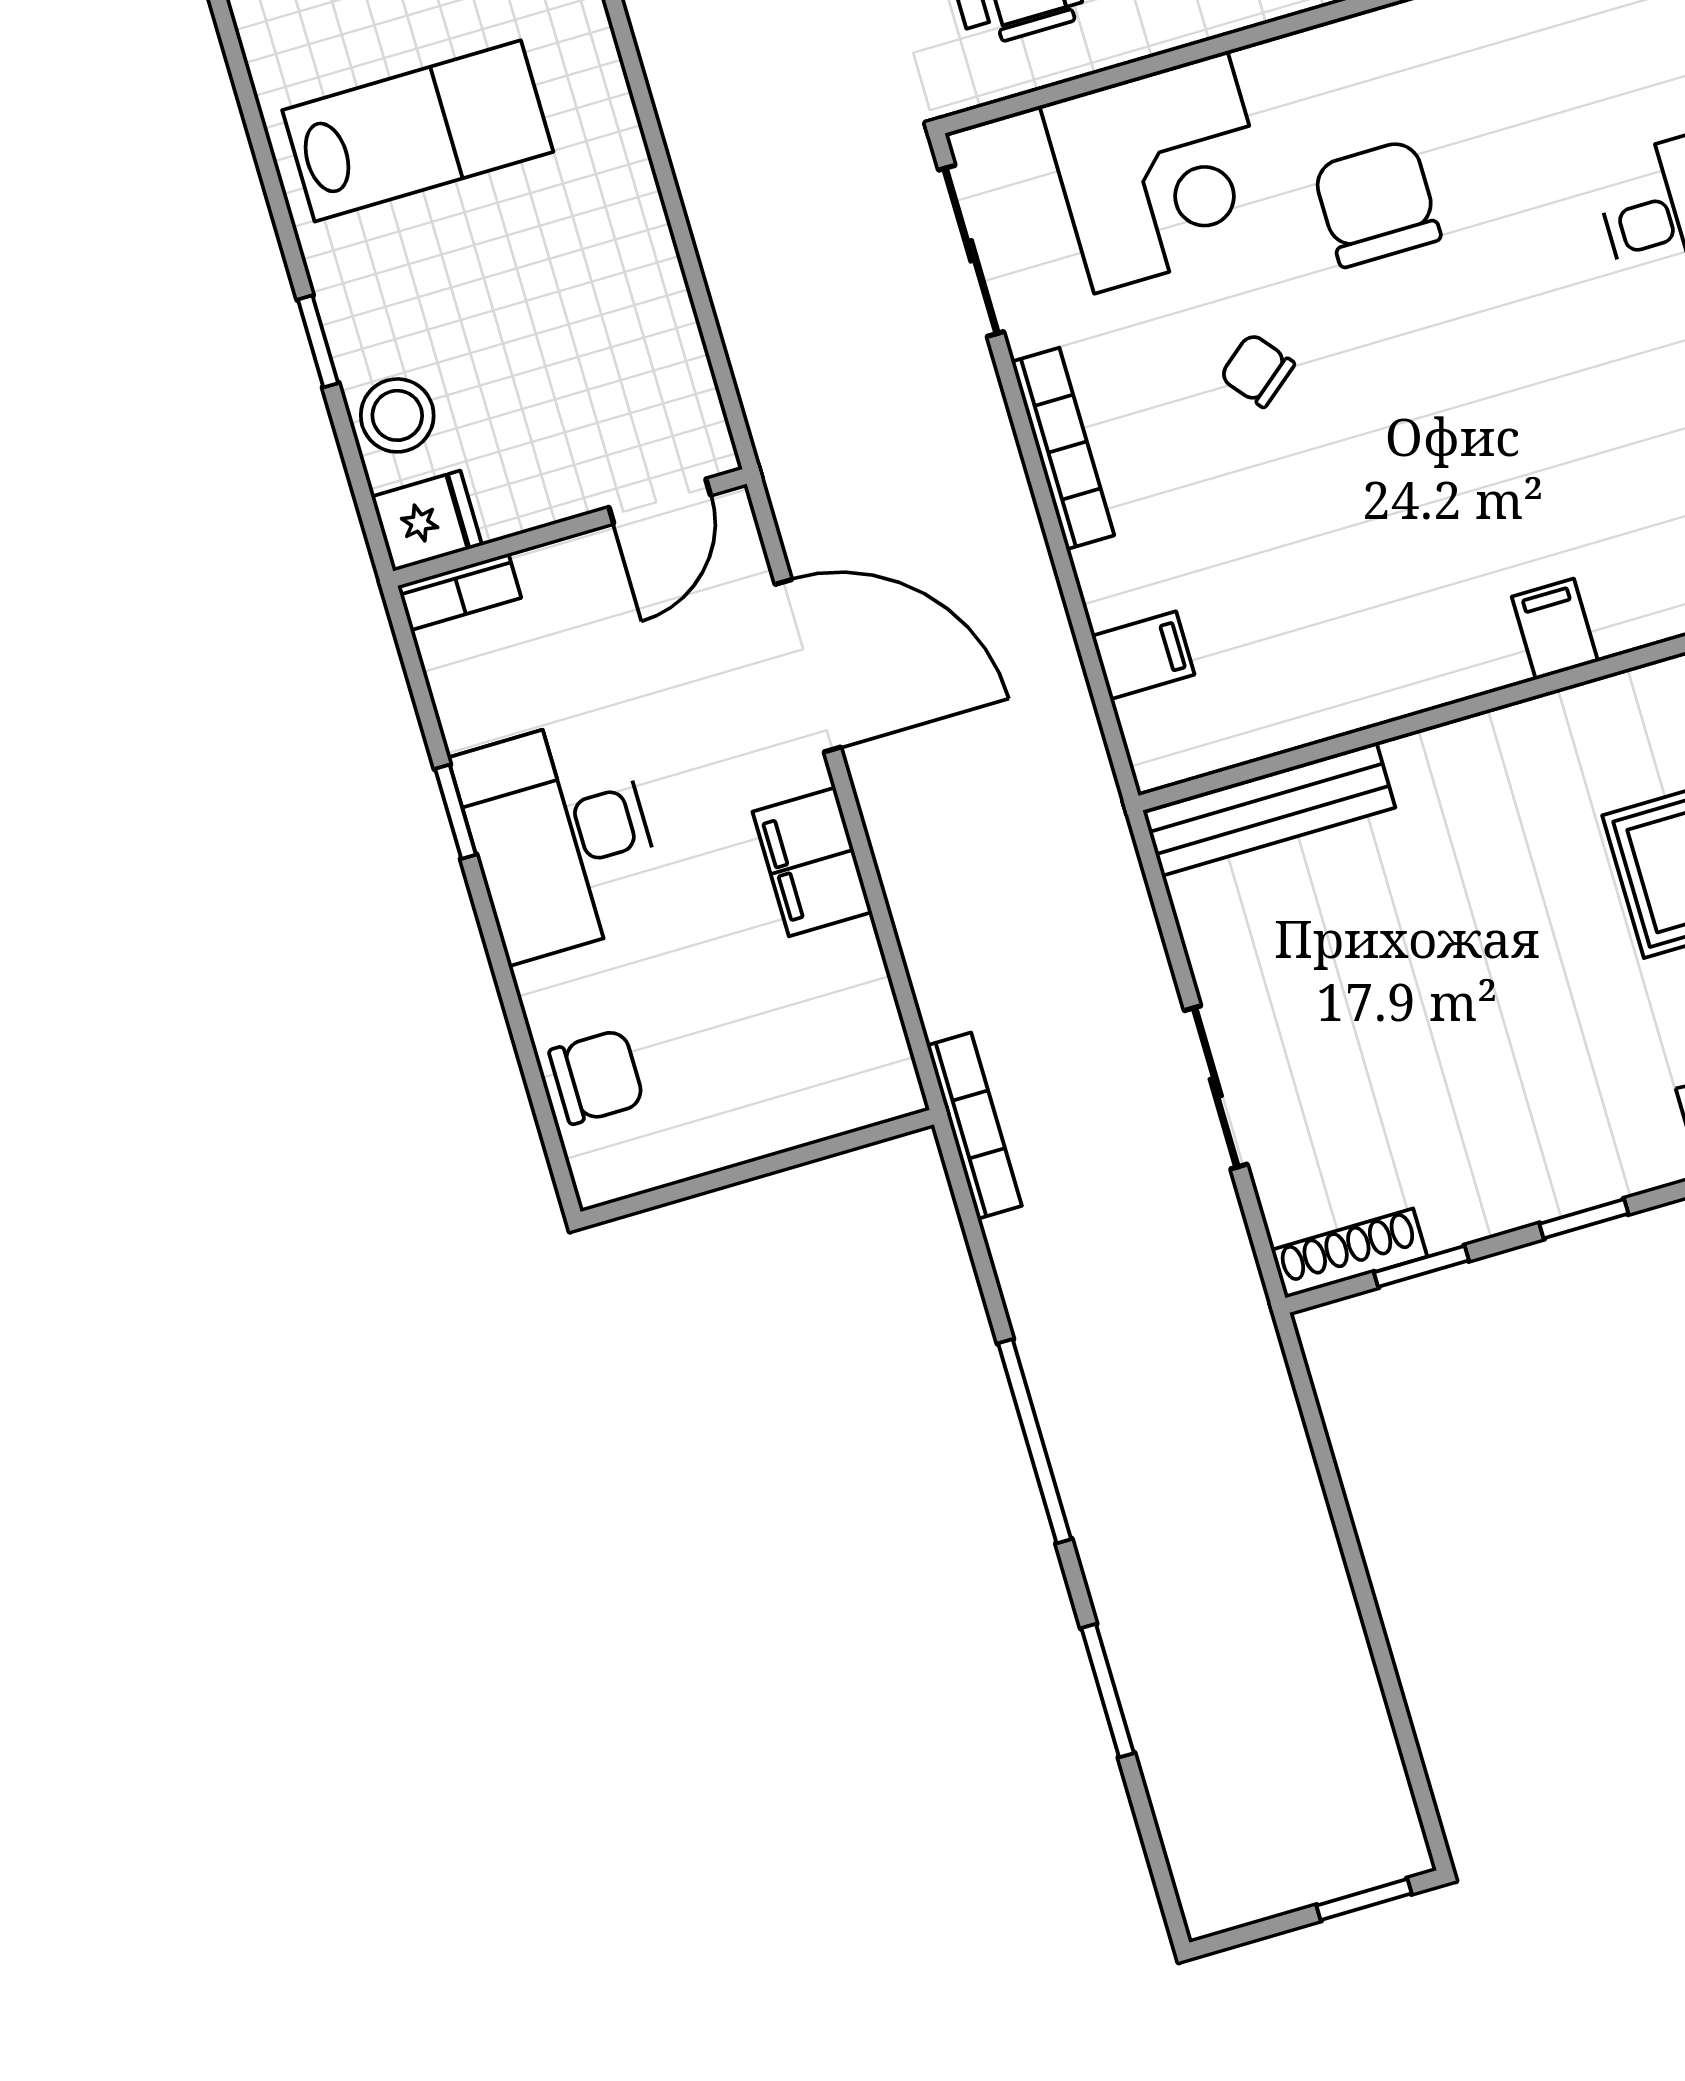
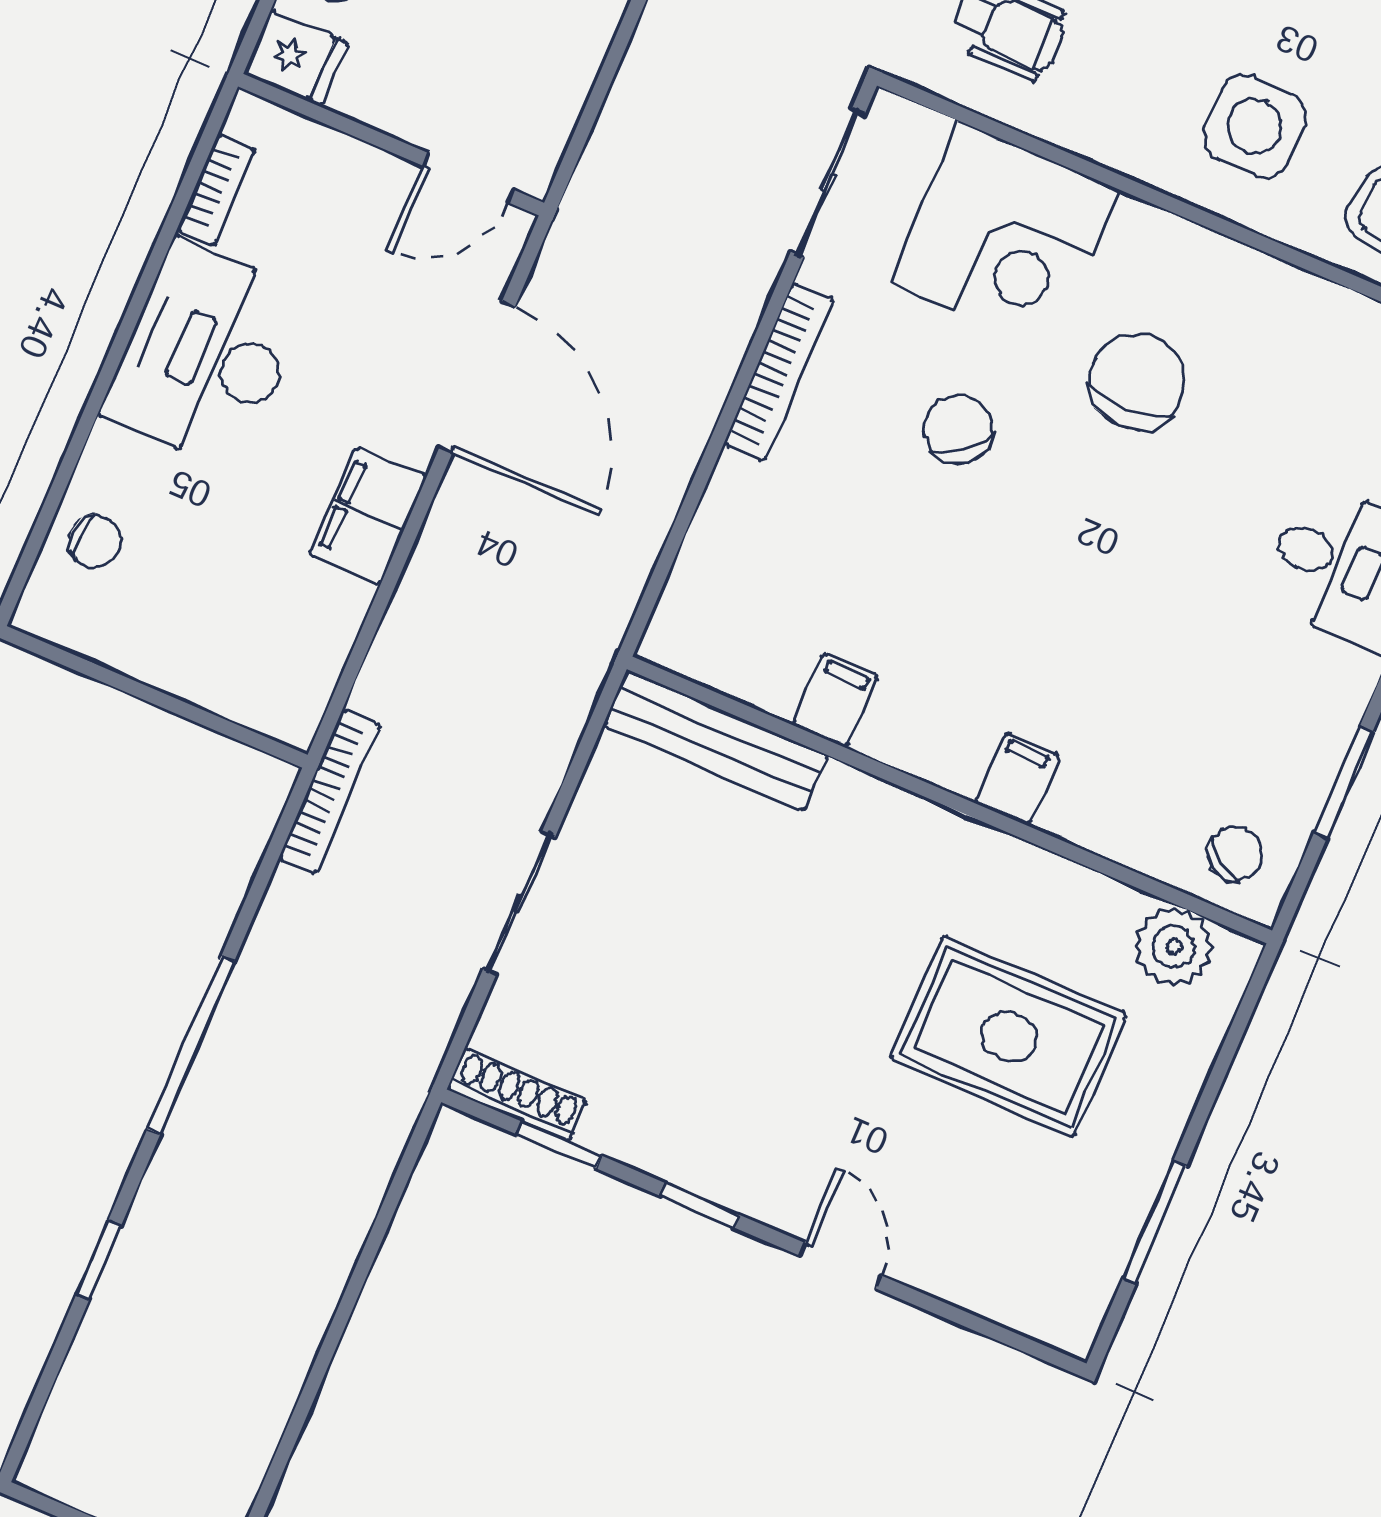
chair: (1257, 370) -> (958, 429), width x1.37, depth x1.37
bookcase: (459, 592) -> (216, 190), moved, turned -90
filing cabinet: (1143, 655) -> (835, 700), moved, turned -90
window: (456, 812) -> (149, 277), removed
chair: (597, 1077) -> (95, 541), width x0.73, depth x0.73
window: (1108, 1691) -> (99, 1260), width x0.67

